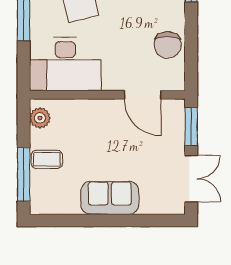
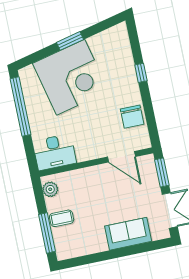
desk: (65, 64) -> (55, 152), width x0.73, depth x0.77
sofa: (110, 198) -> (128, 234), moved

